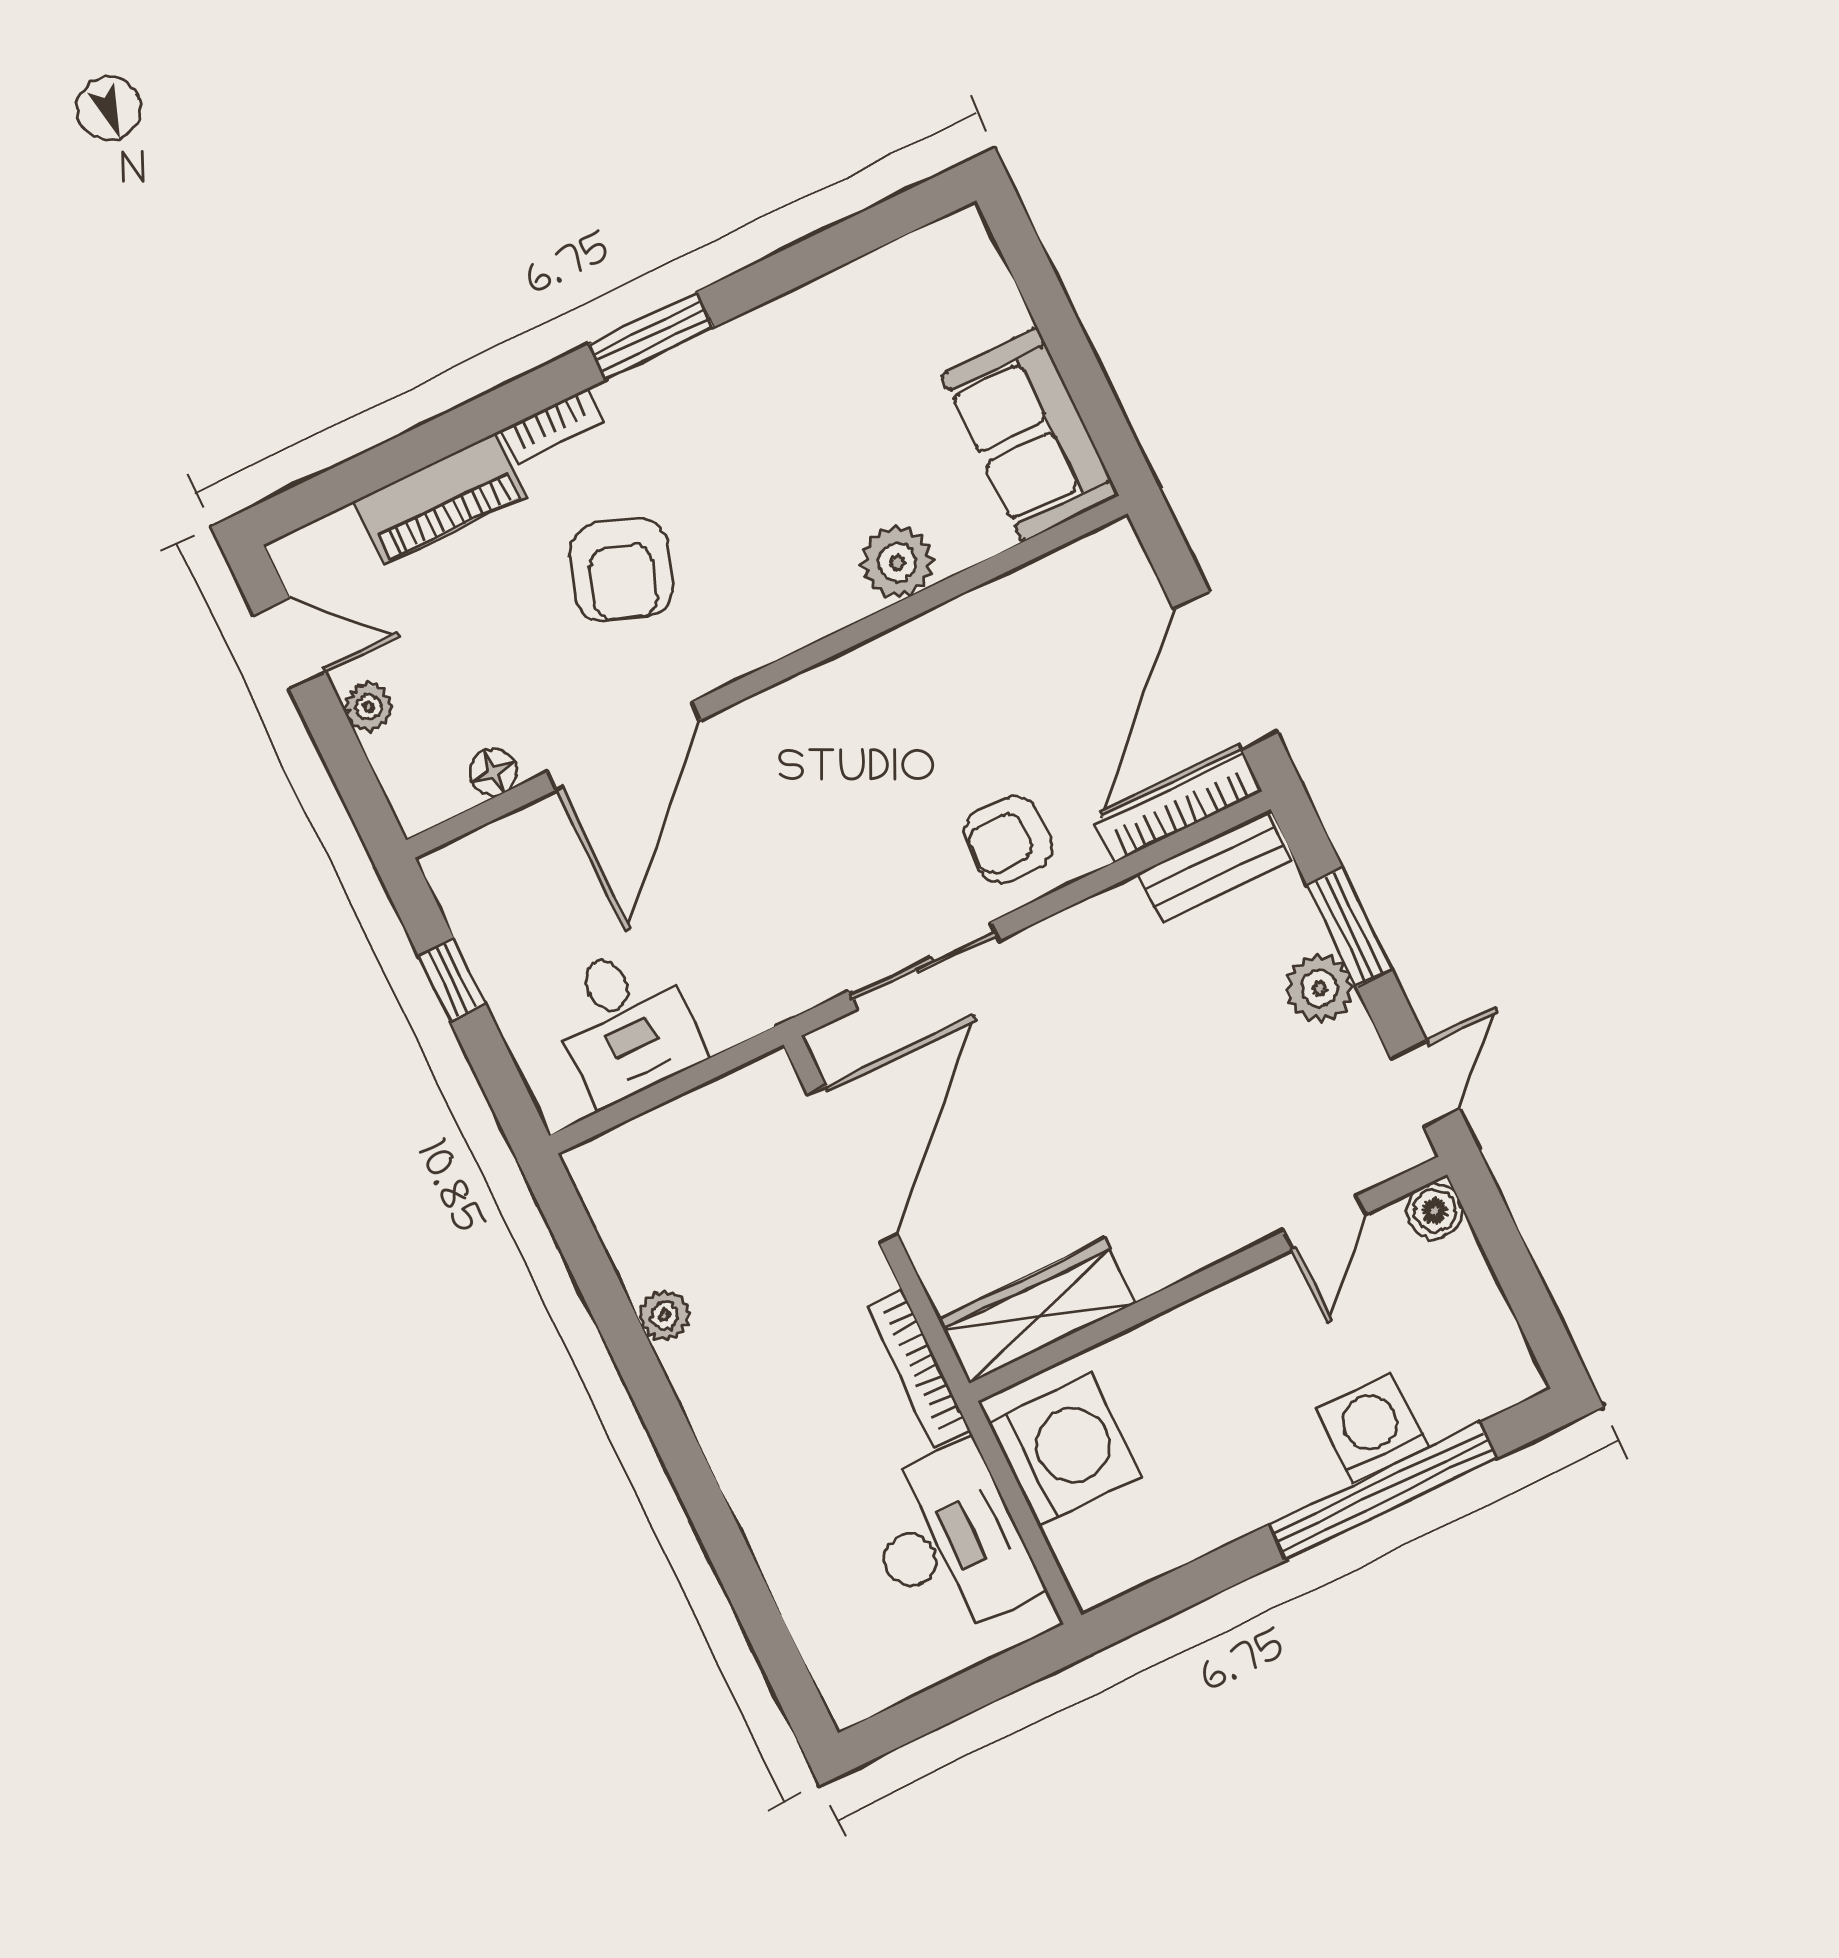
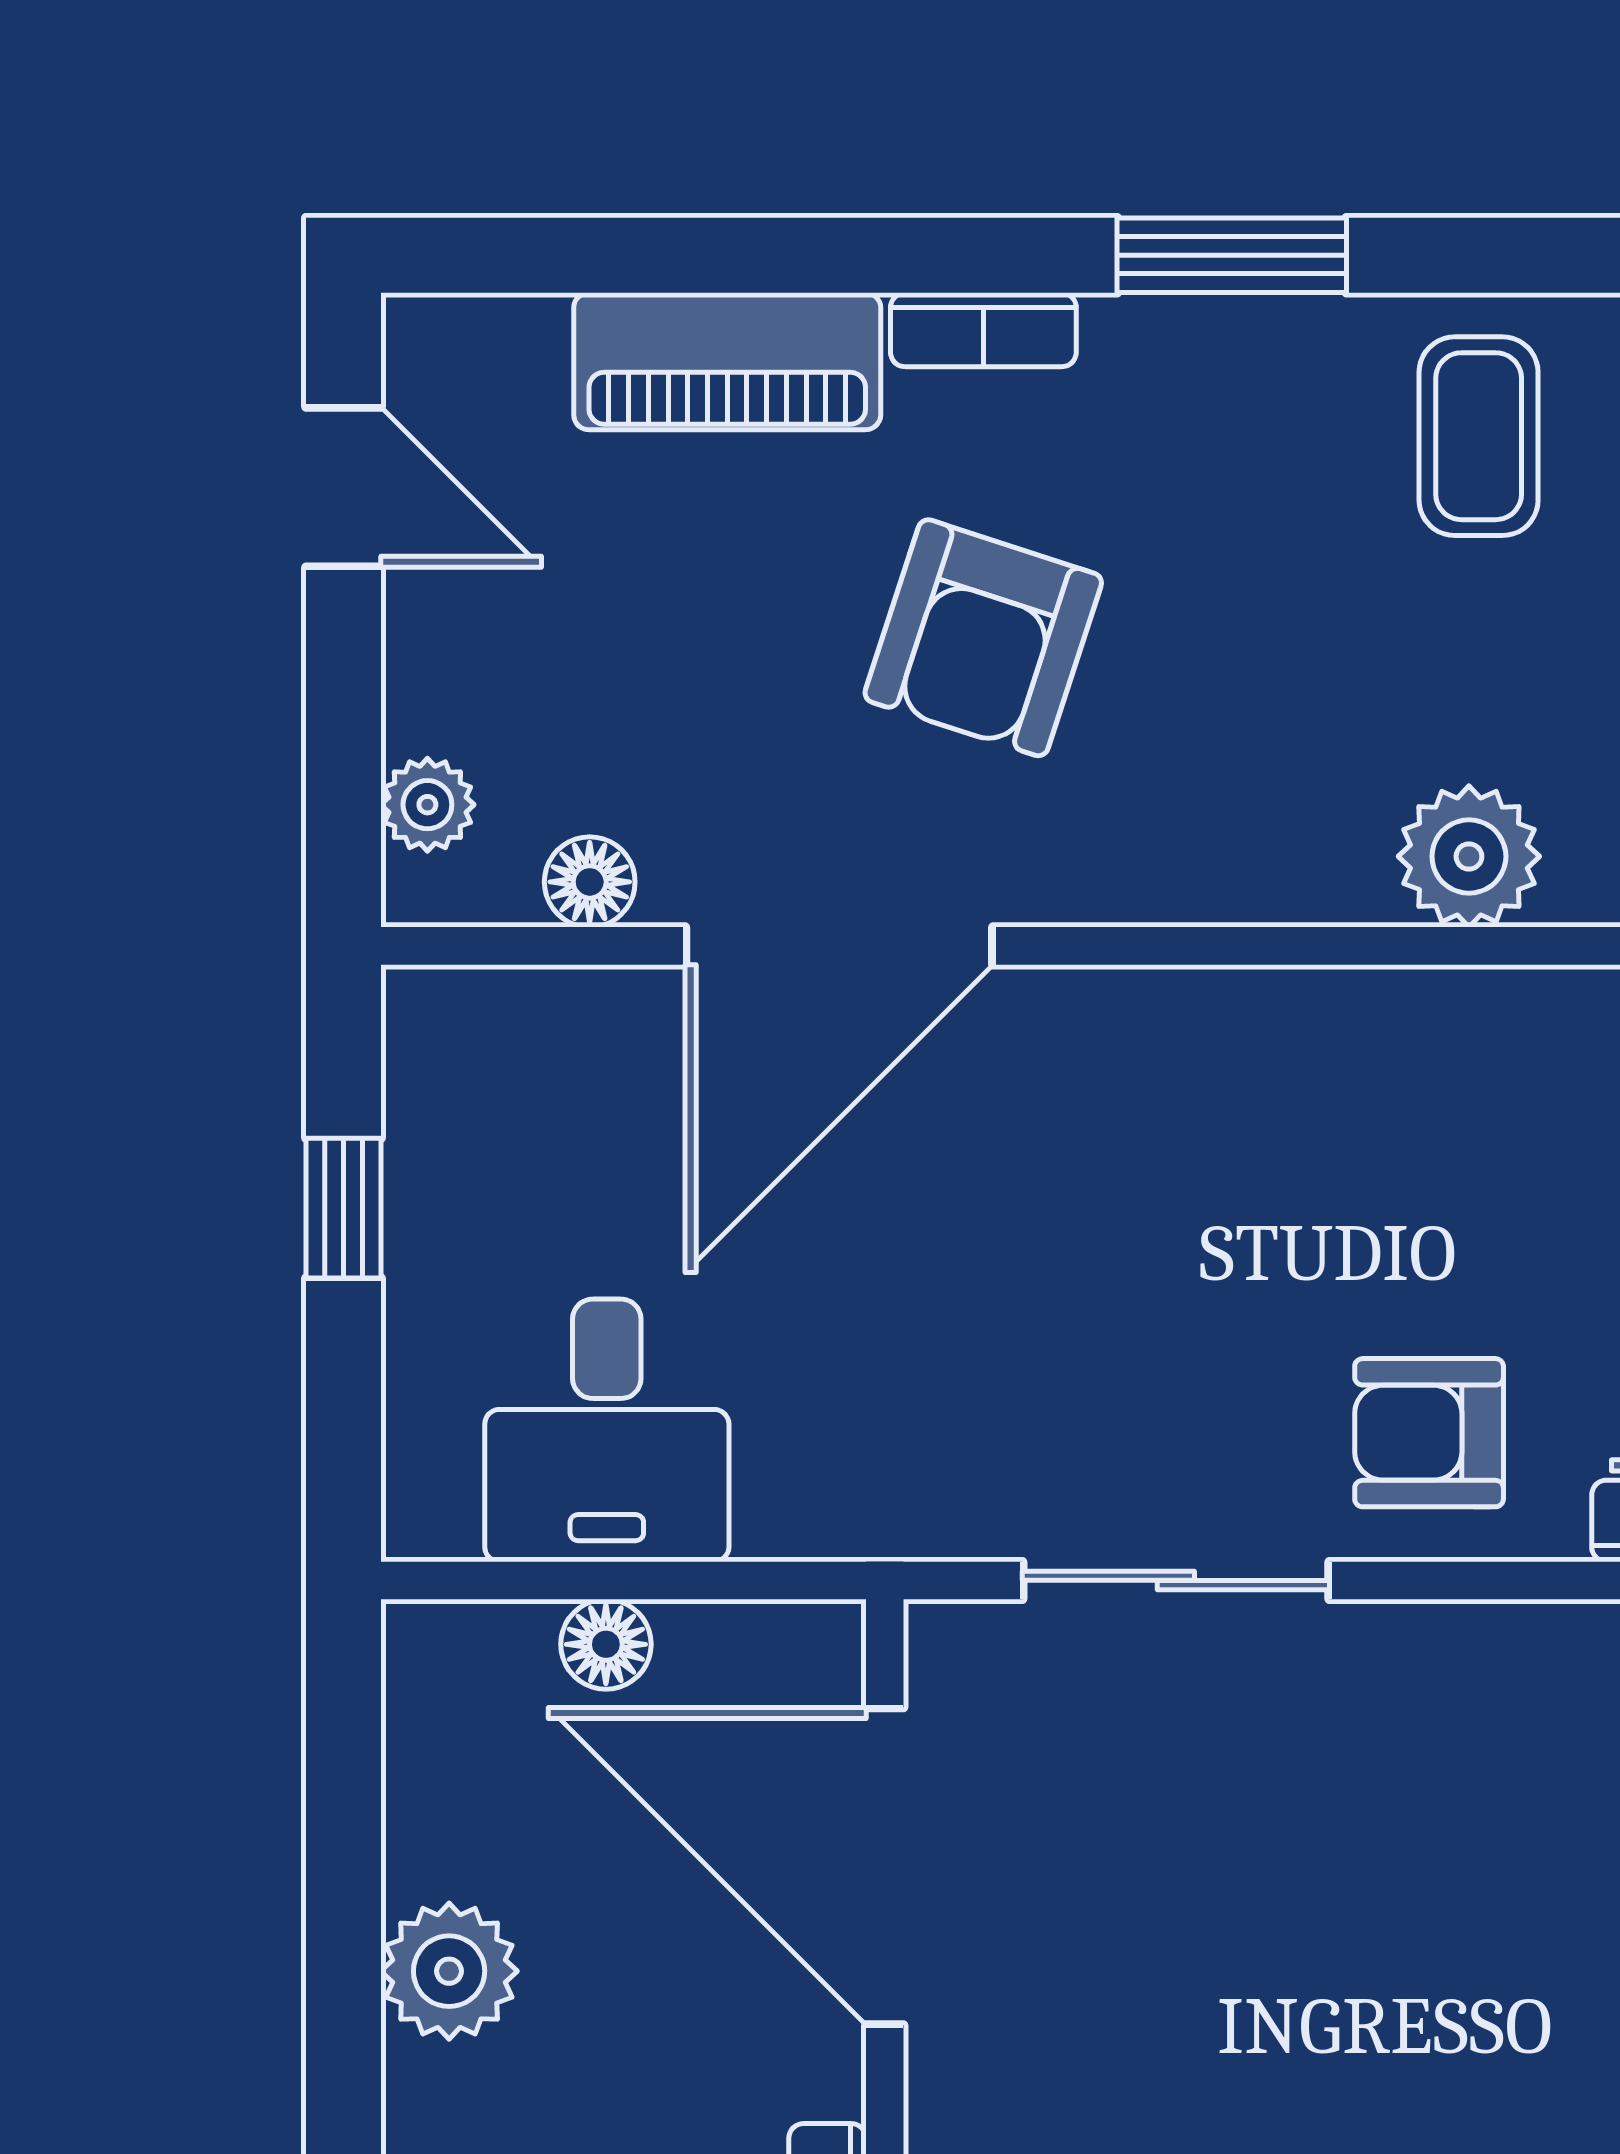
coffee table: (807, 364) -> (1479, 436), added
plant: (368, 707) -> (427, 805), moved
floor lamp: (673, 1124) -> (606, 1644), added
door: (852, 1164) -> (885, 1866), swing flipped
plant: (664, 1316) -> (449, 1971), width x1.38, depth x1.38

